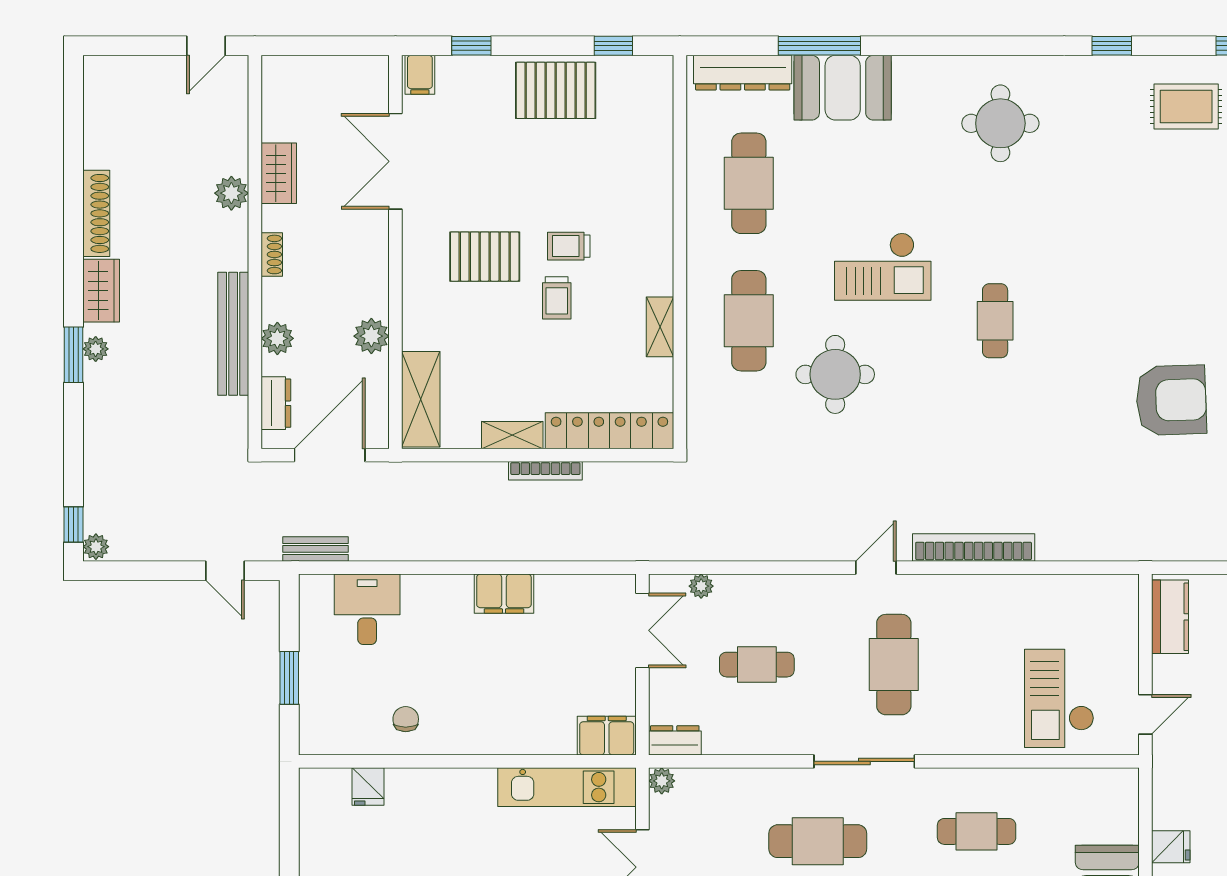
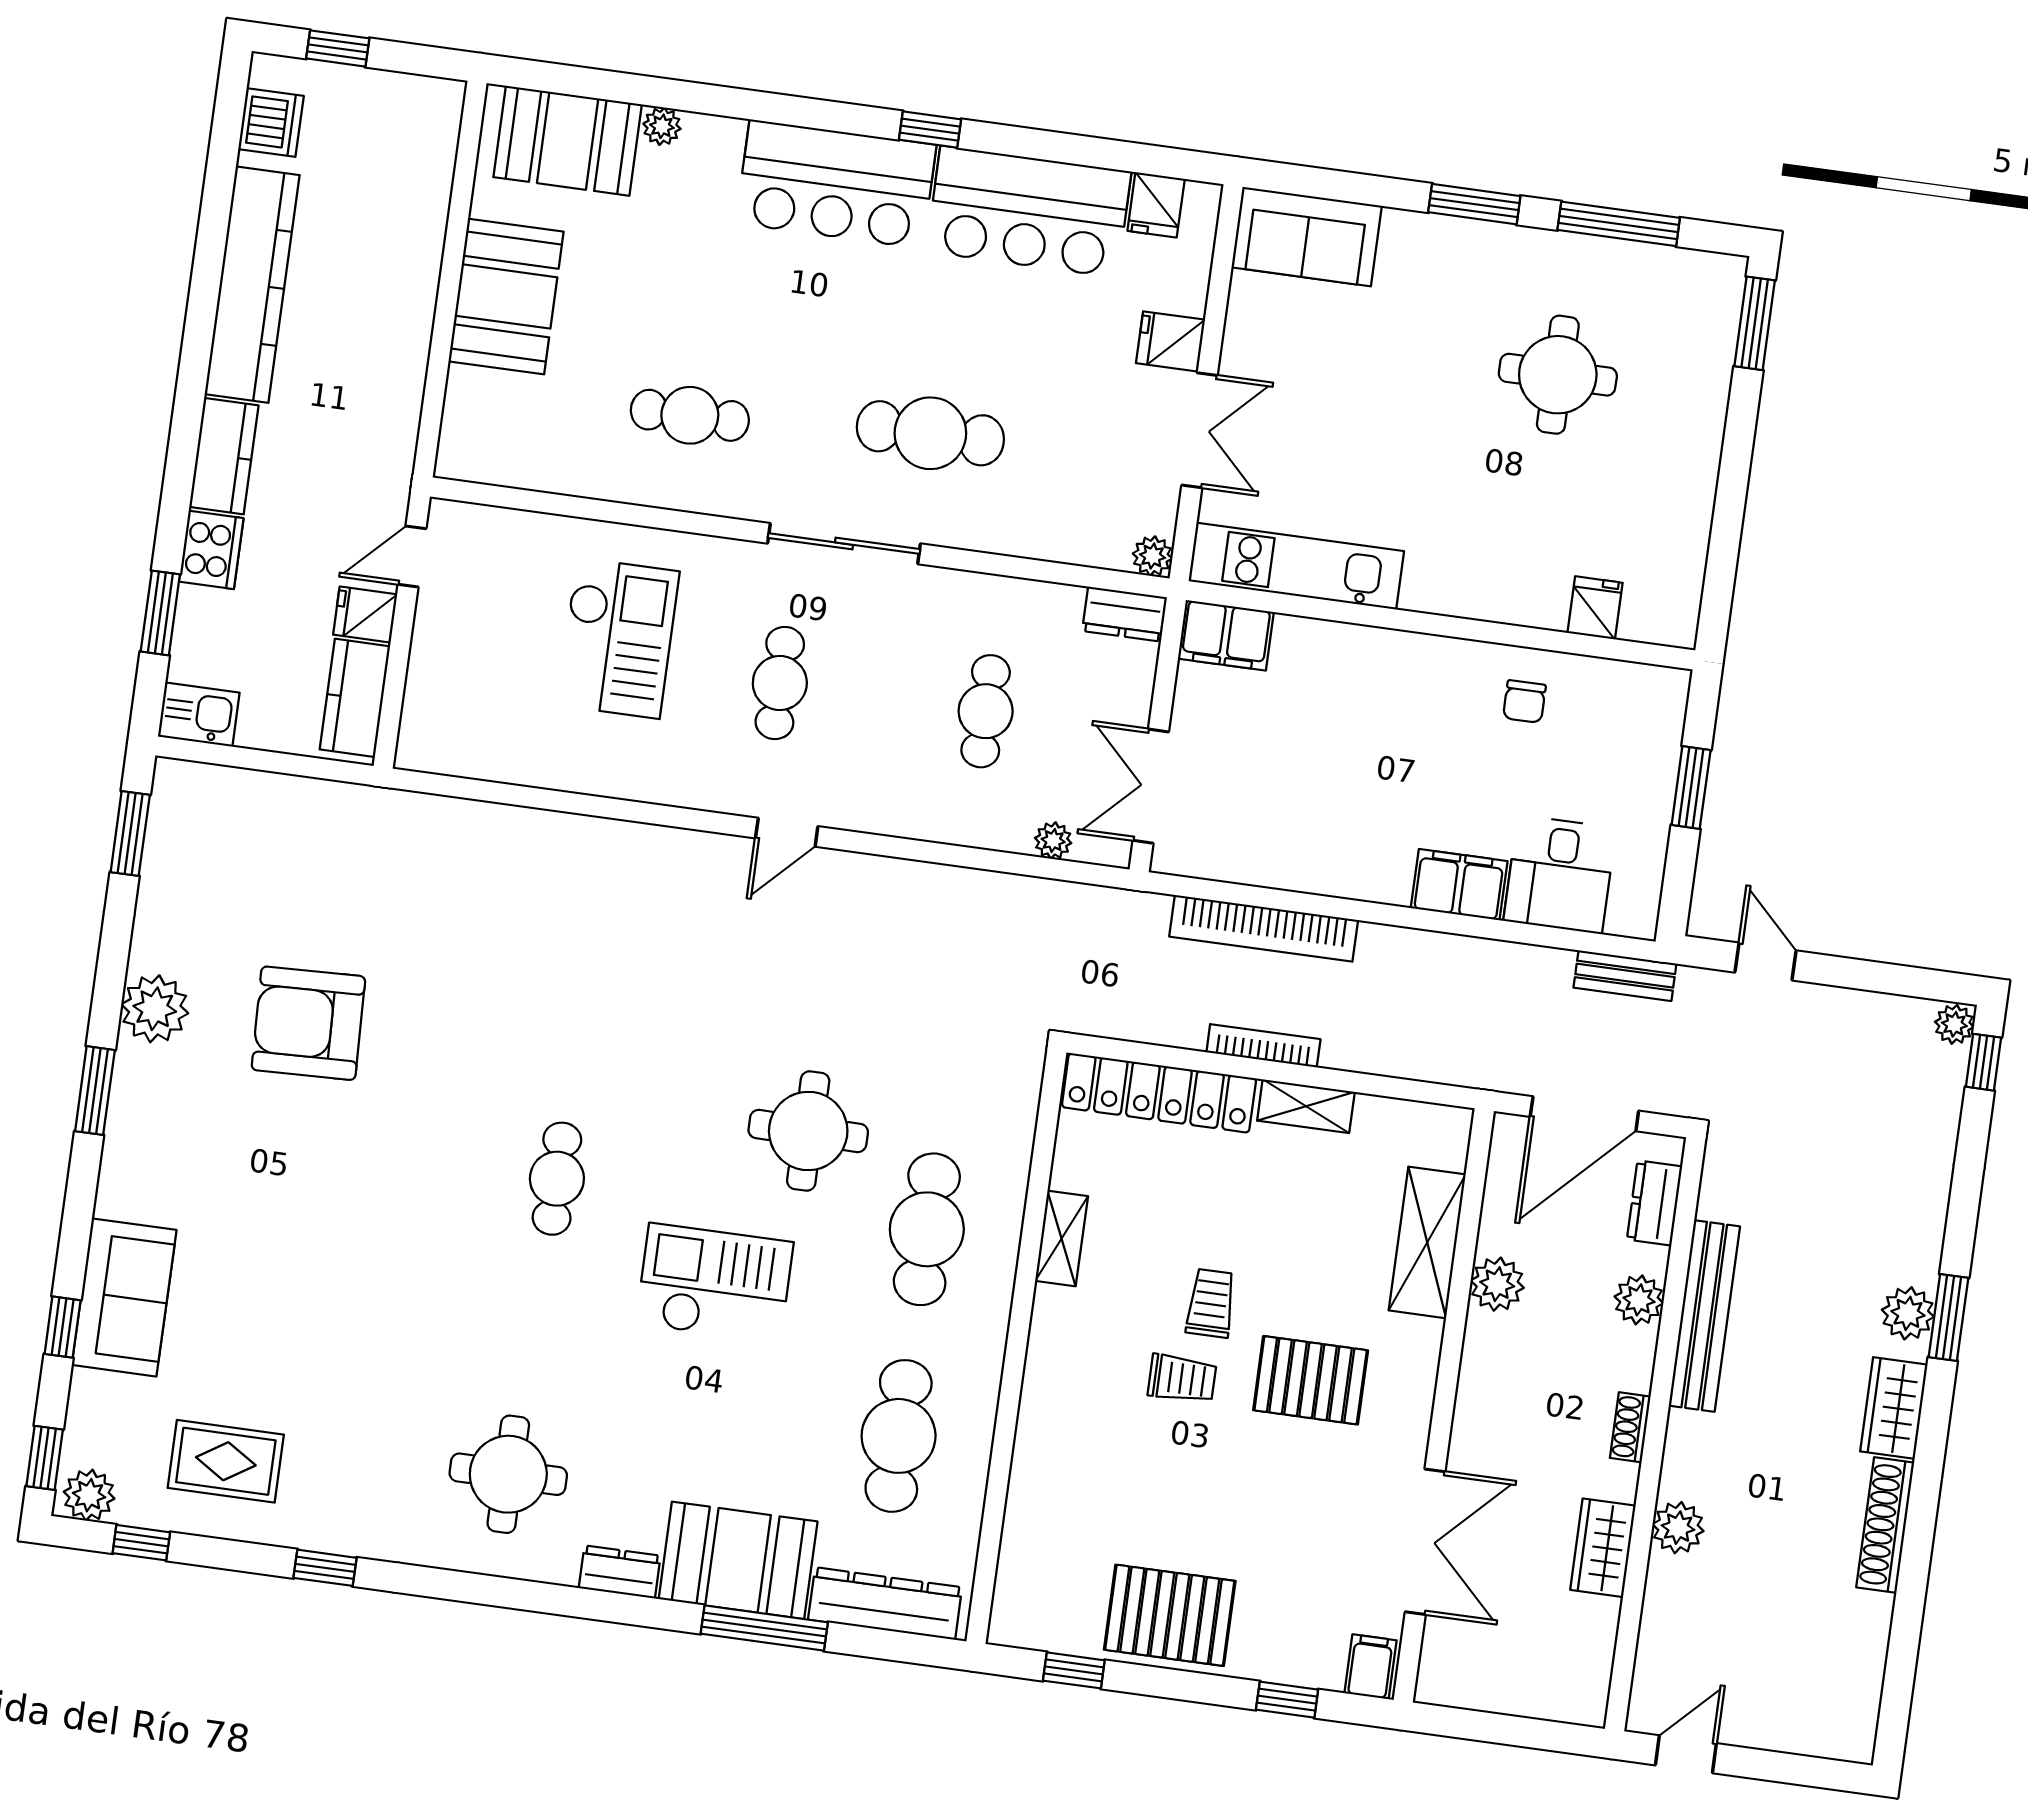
dresser: (919, 69) -> (620, 1572), added
plant: (96, 349) -> (1908, 1313), width x1.38, depth x1.38
shelving: (421, 399) -> (1427, 1242), moved
bookcase: (974, 548) -> (1264, 928), moved
filing cabinet: (504, 594) -> (1459, 885), moved
cafe table: (757, 665) -> (986, 711), turned 90
cafe table: (894, 665) -> (780, 683), width x0.73, depth x0.74
checkout: (1059, 698) -> (618, 638), moved
fridge: (1171, 847) -> (365, 614), moved

